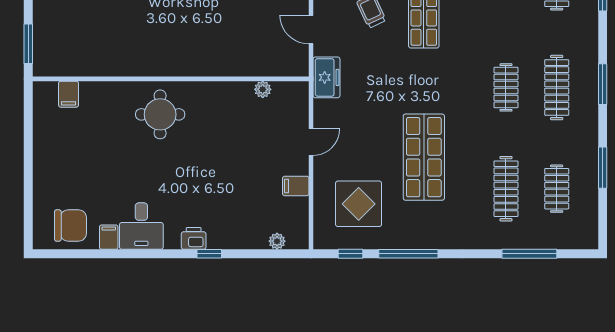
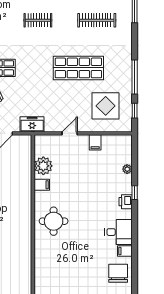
plant: (263, 89) -> (43, 166), width x1.88, depth x1.88
filing cabinet: (69, 94) -> (42, 185), moved
door: (311, 142) -> (70, 133), hinge flipped
plant: (277, 241) -> (127, 169), moved

